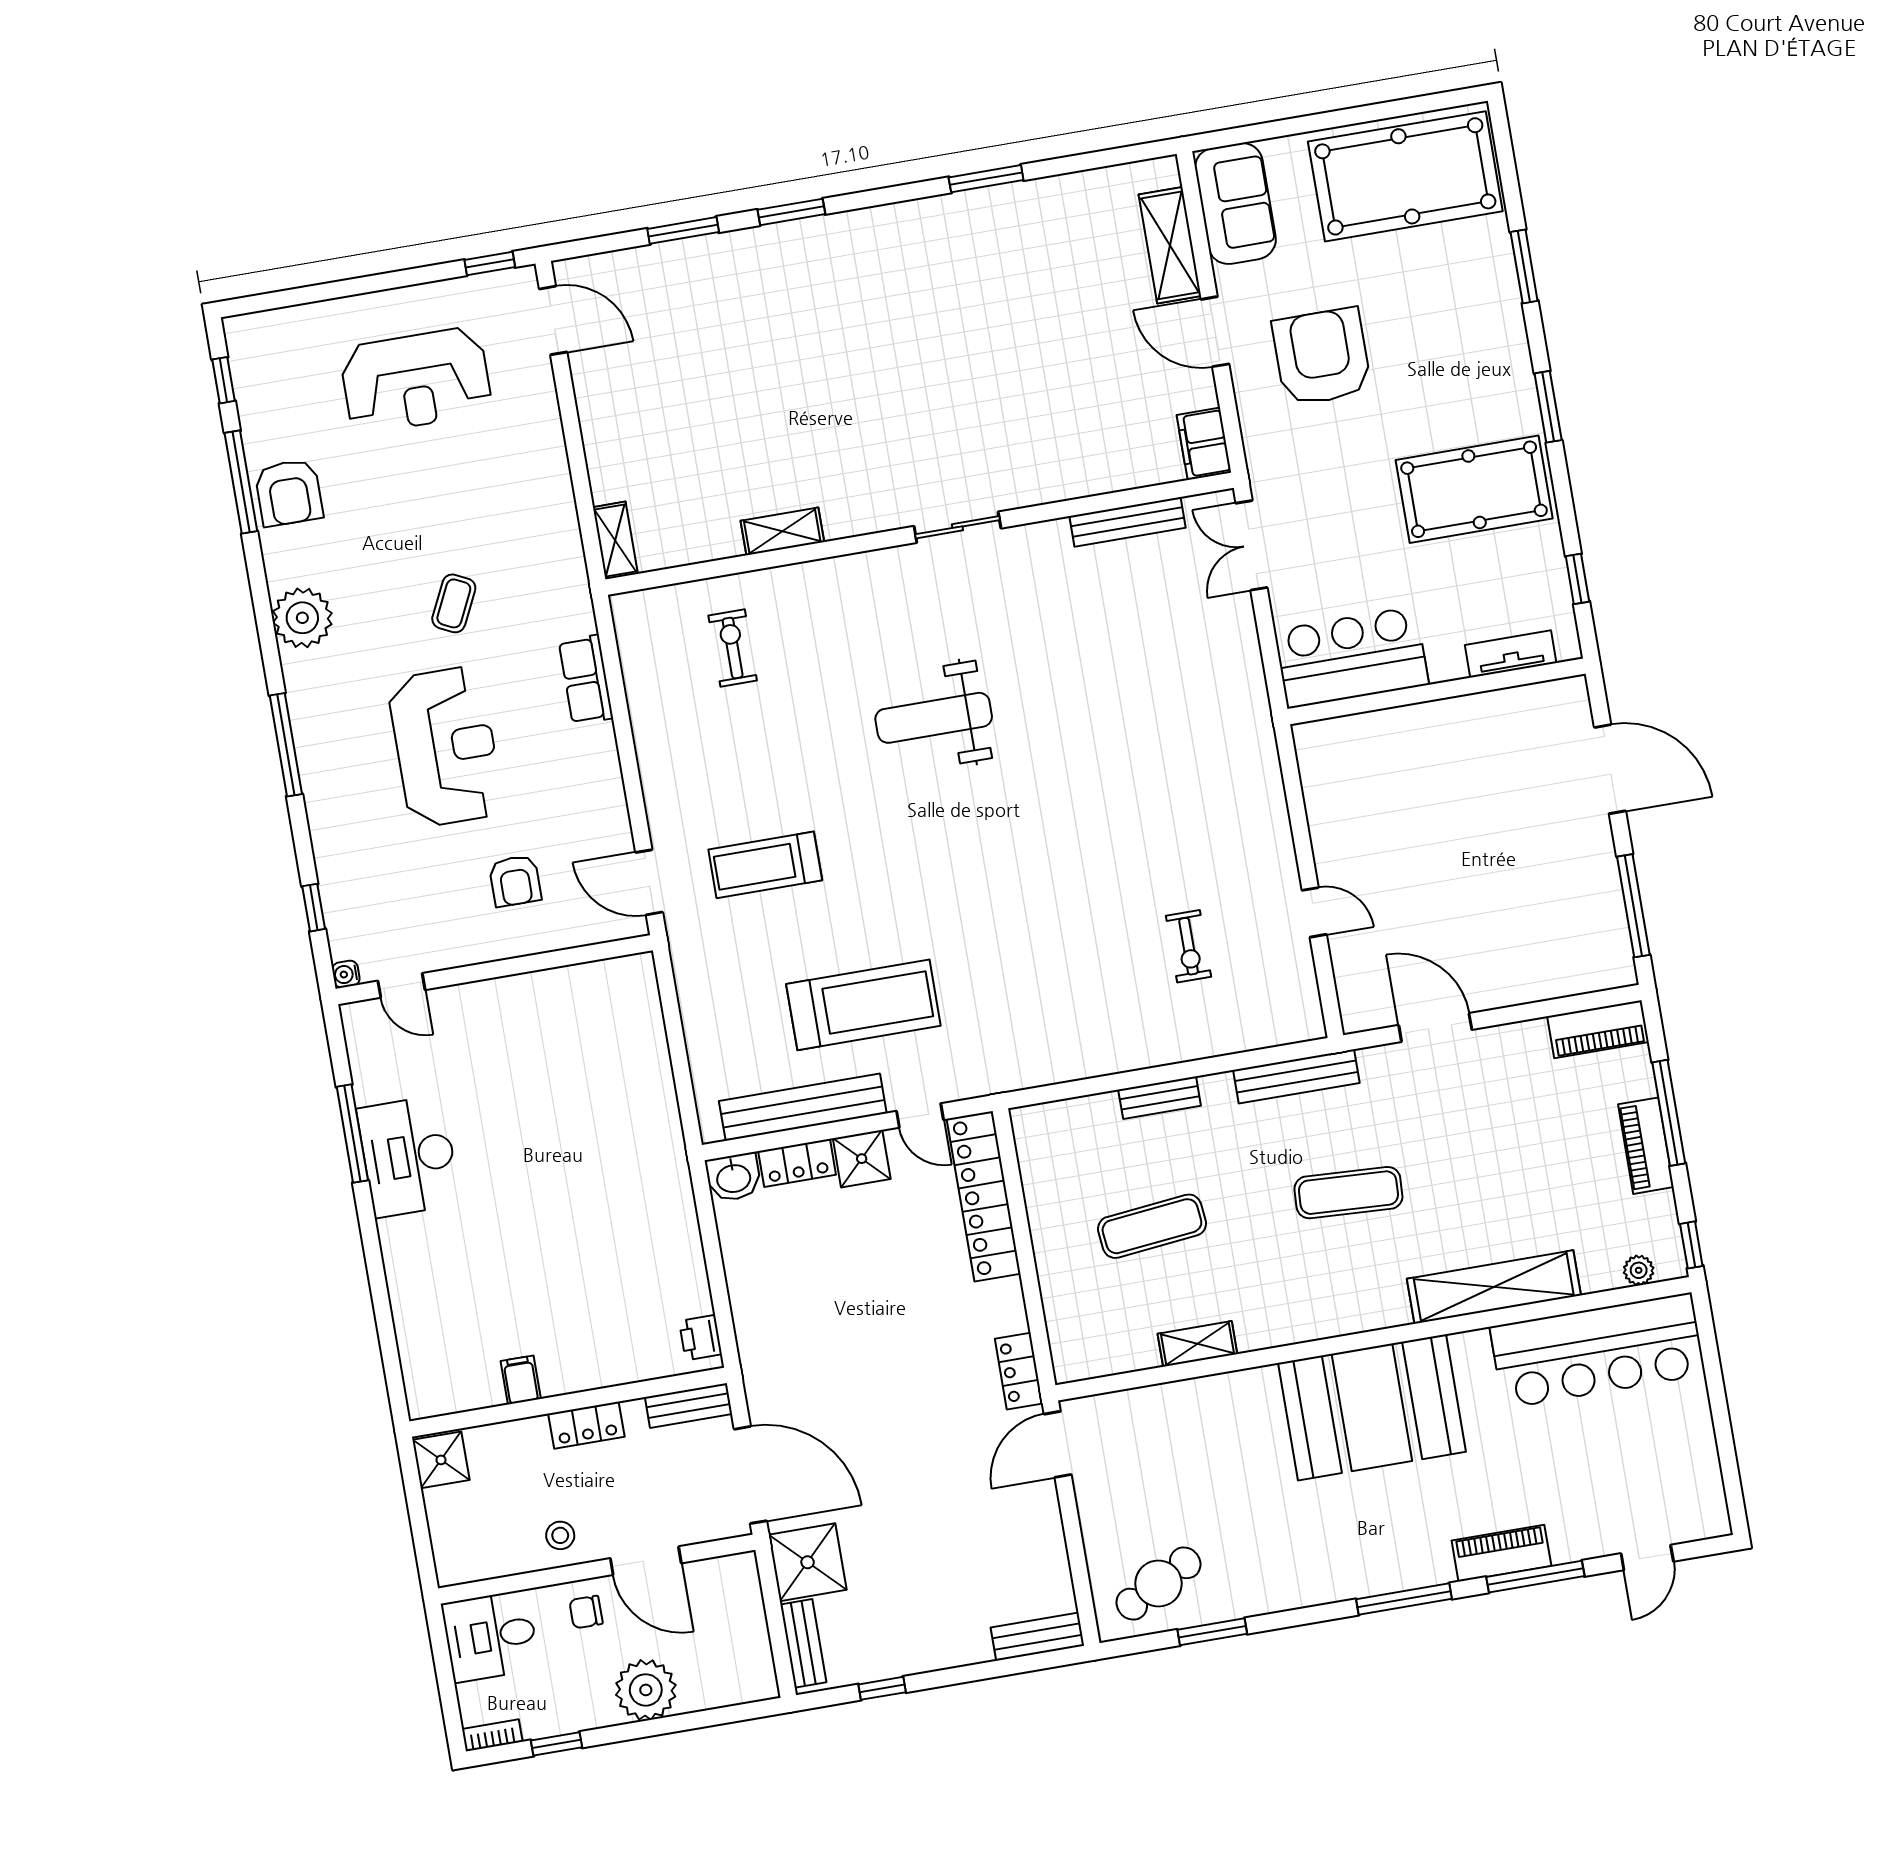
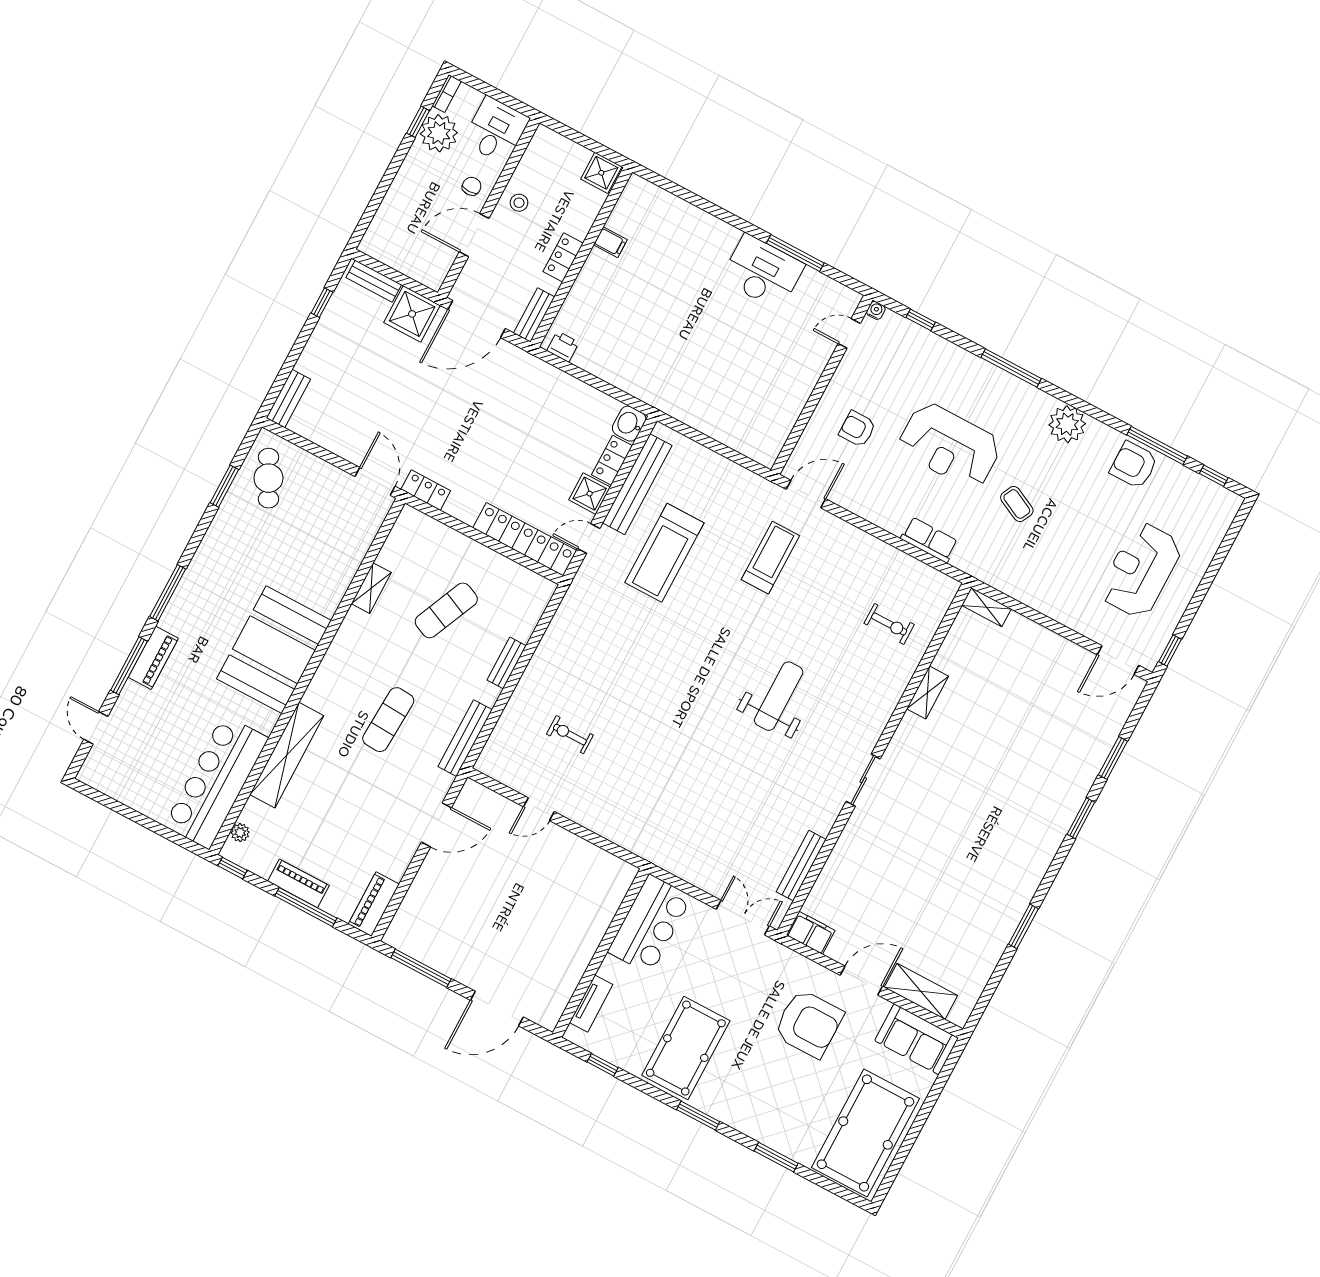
exercise mat: (1152, 1226) -> (446, 610), turned 30
plant: (646, 1690) -> (439, 133), moved

